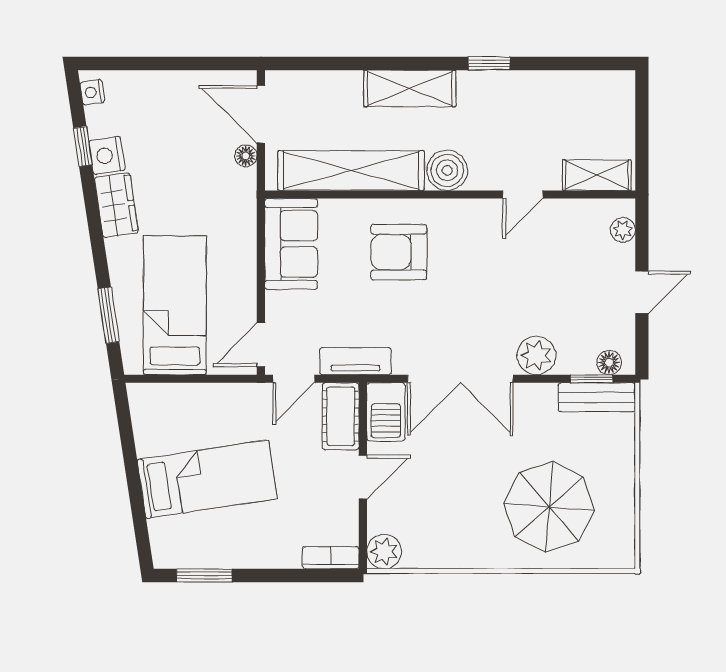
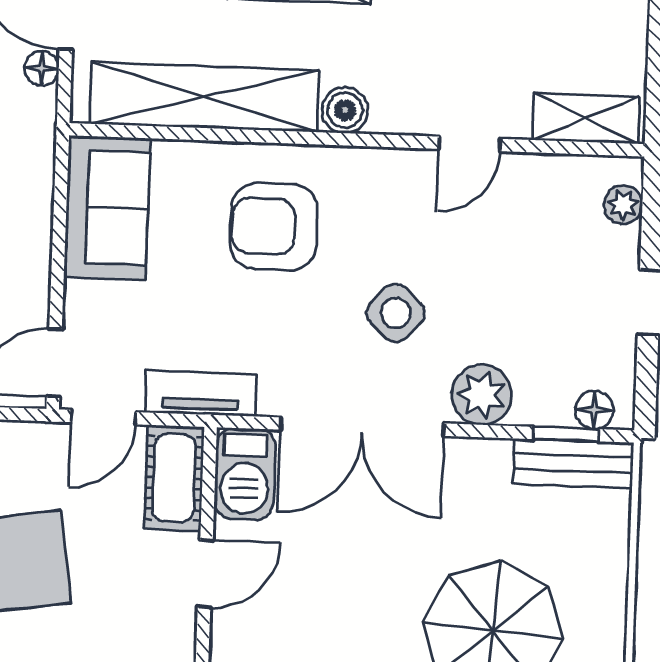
boiler: (447, 170) -> (345, 110), width x0.73, depth x0.73
side table: (479, 305) -> (396, 313), added

